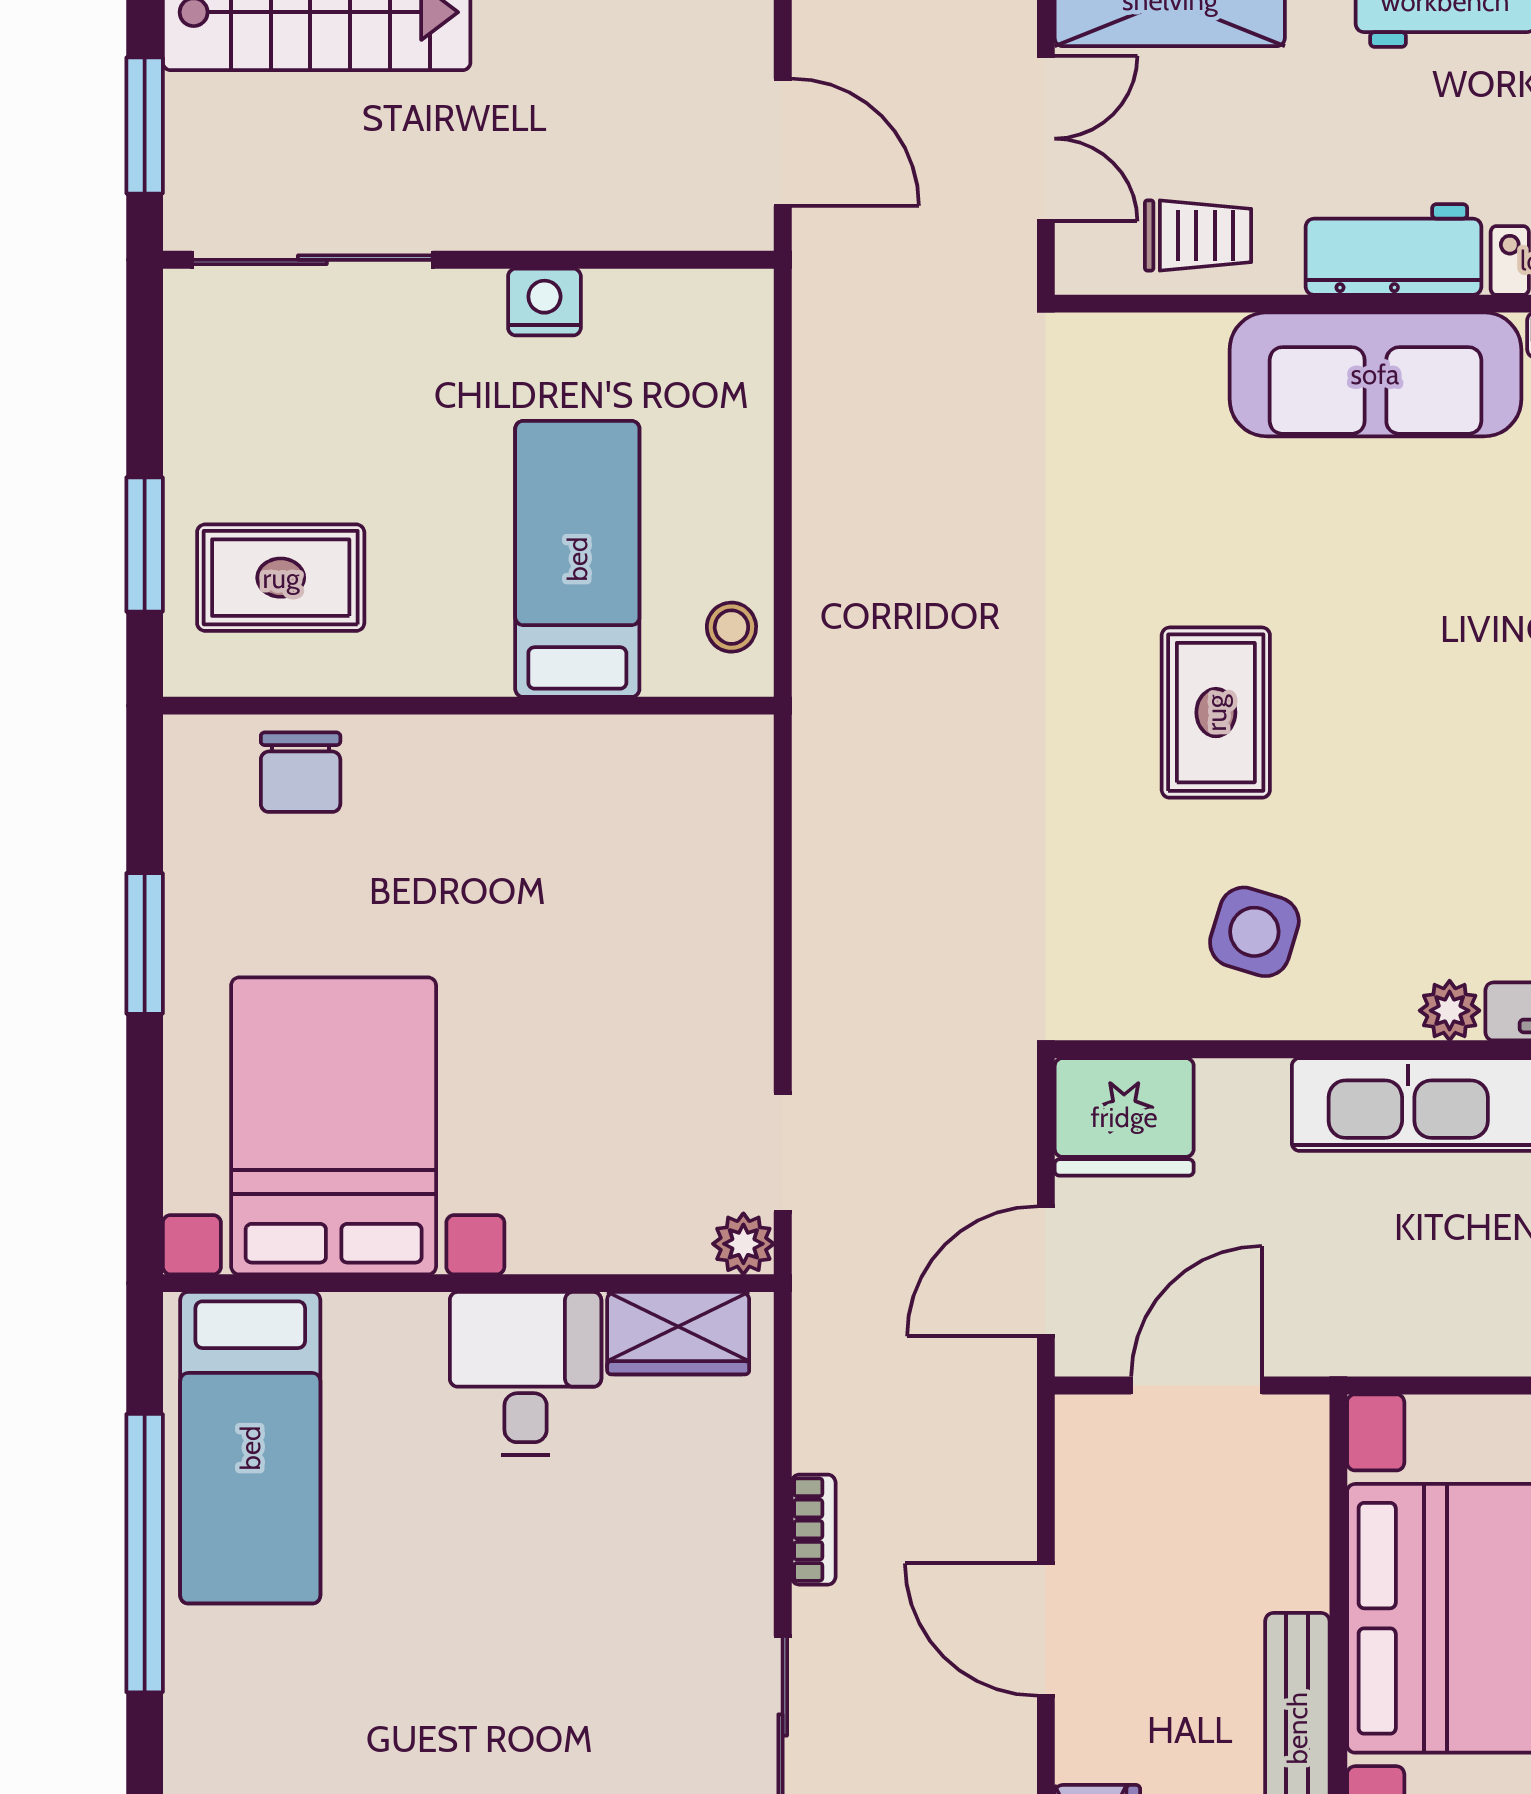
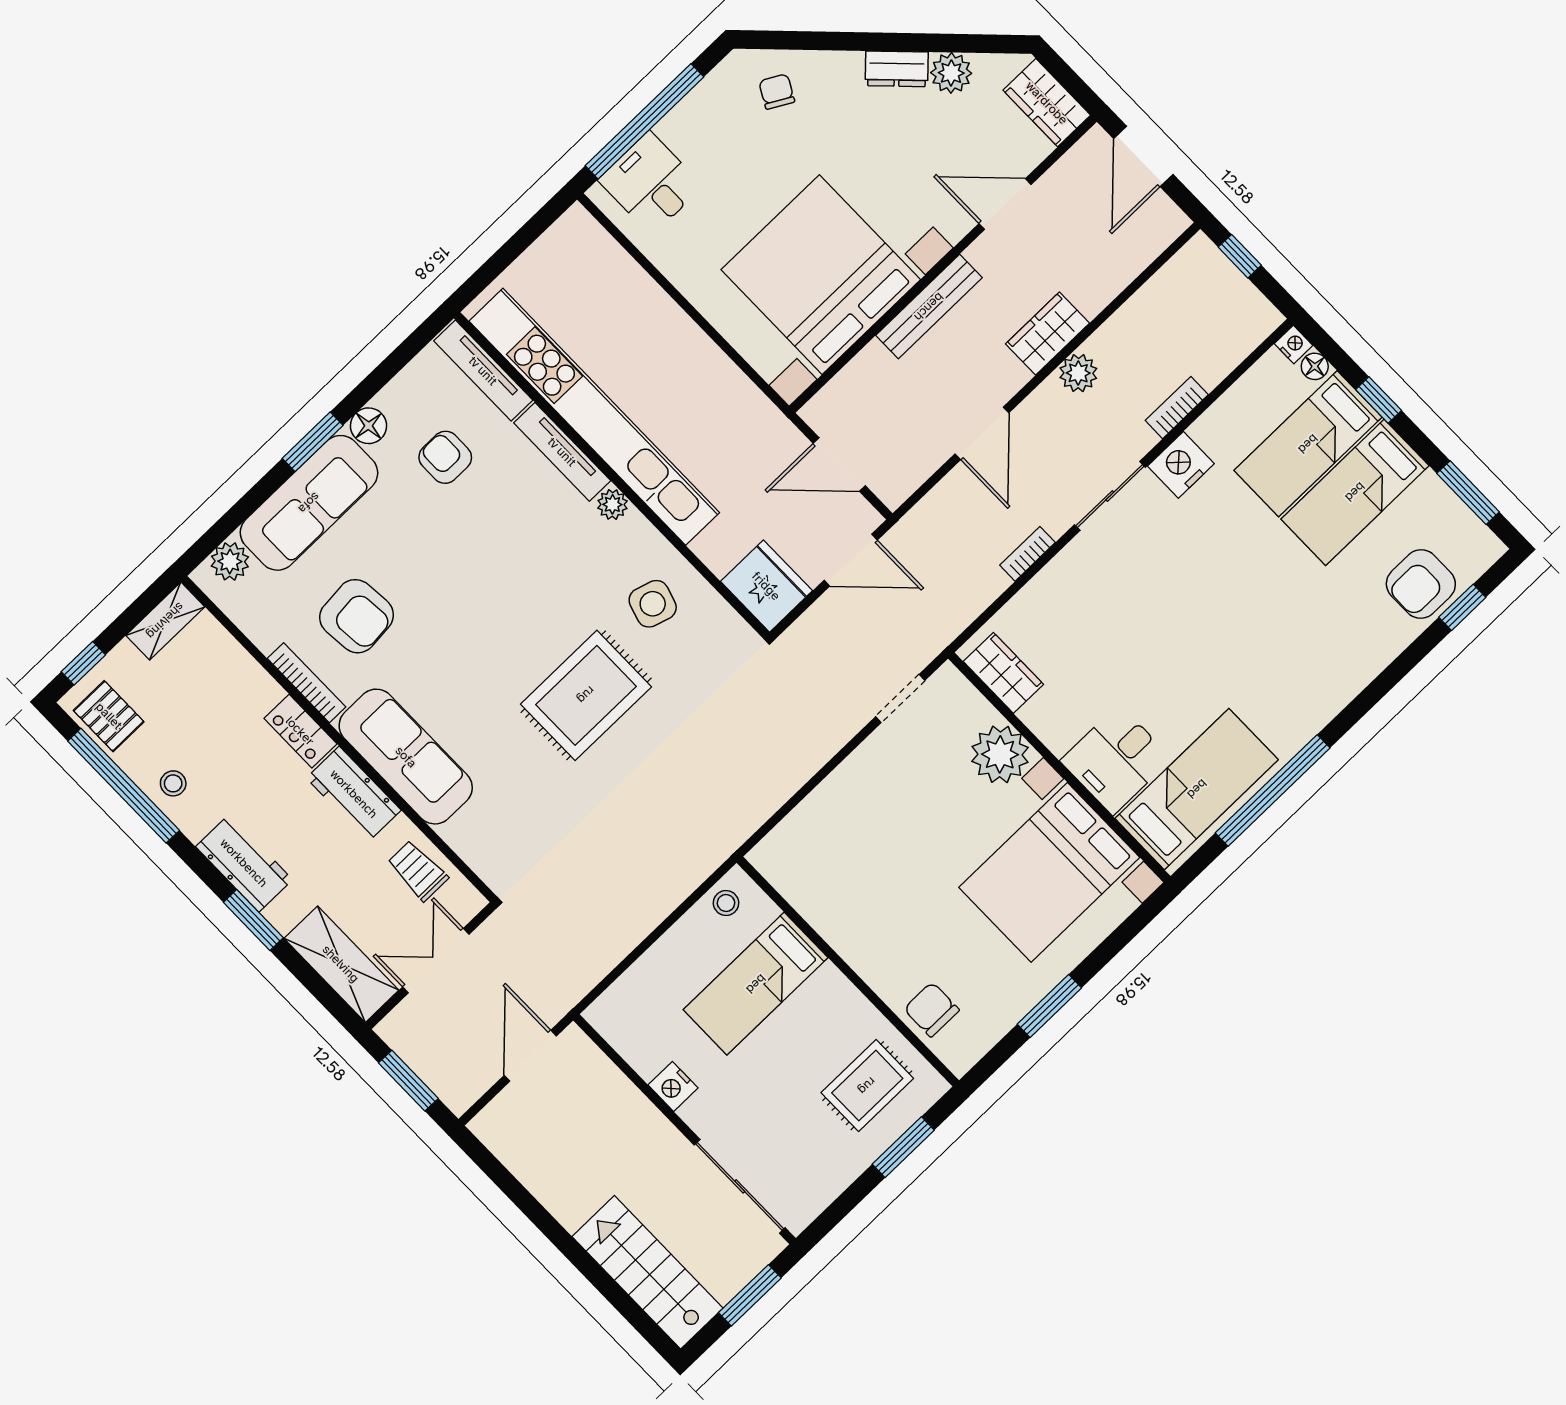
rug: (281, 578) -> (867, 1086), turned 90
rug: (1216, 713) -> (586, 695), width x1.36, depth x1.43
chair: (301, 772) -> (931, 1010), turned -90
plant: (743, 1244) -> (1000, 754), moved, width x1.87, depth x1.87
desk: (526, 1374) -> (1116, 760), moved

